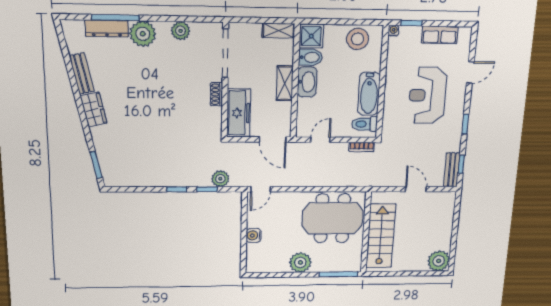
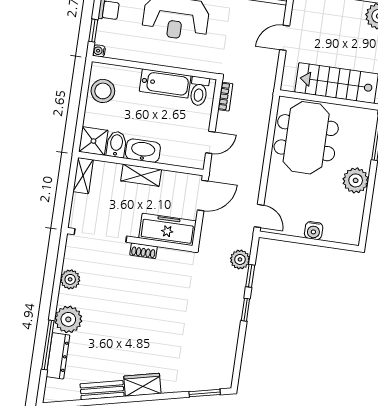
door: (320, 140) -> (210, 142), swing flipped

